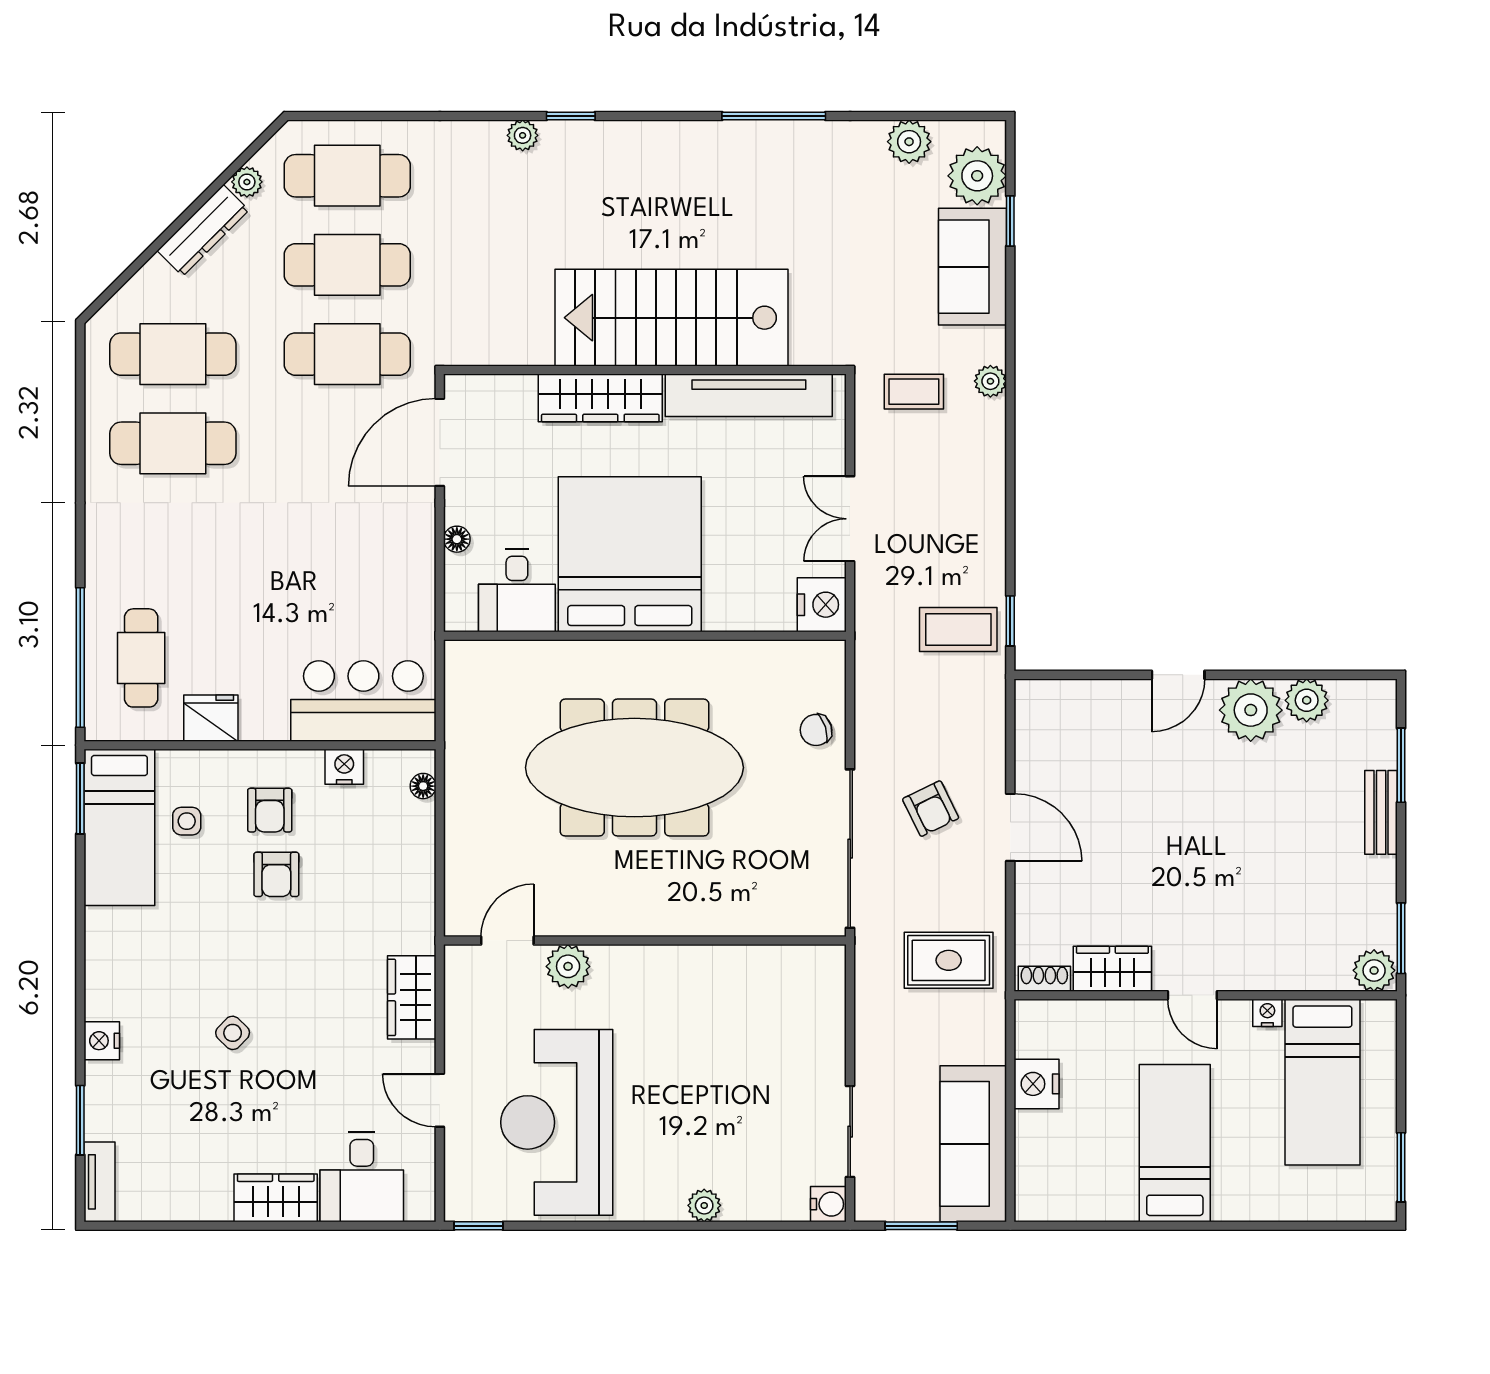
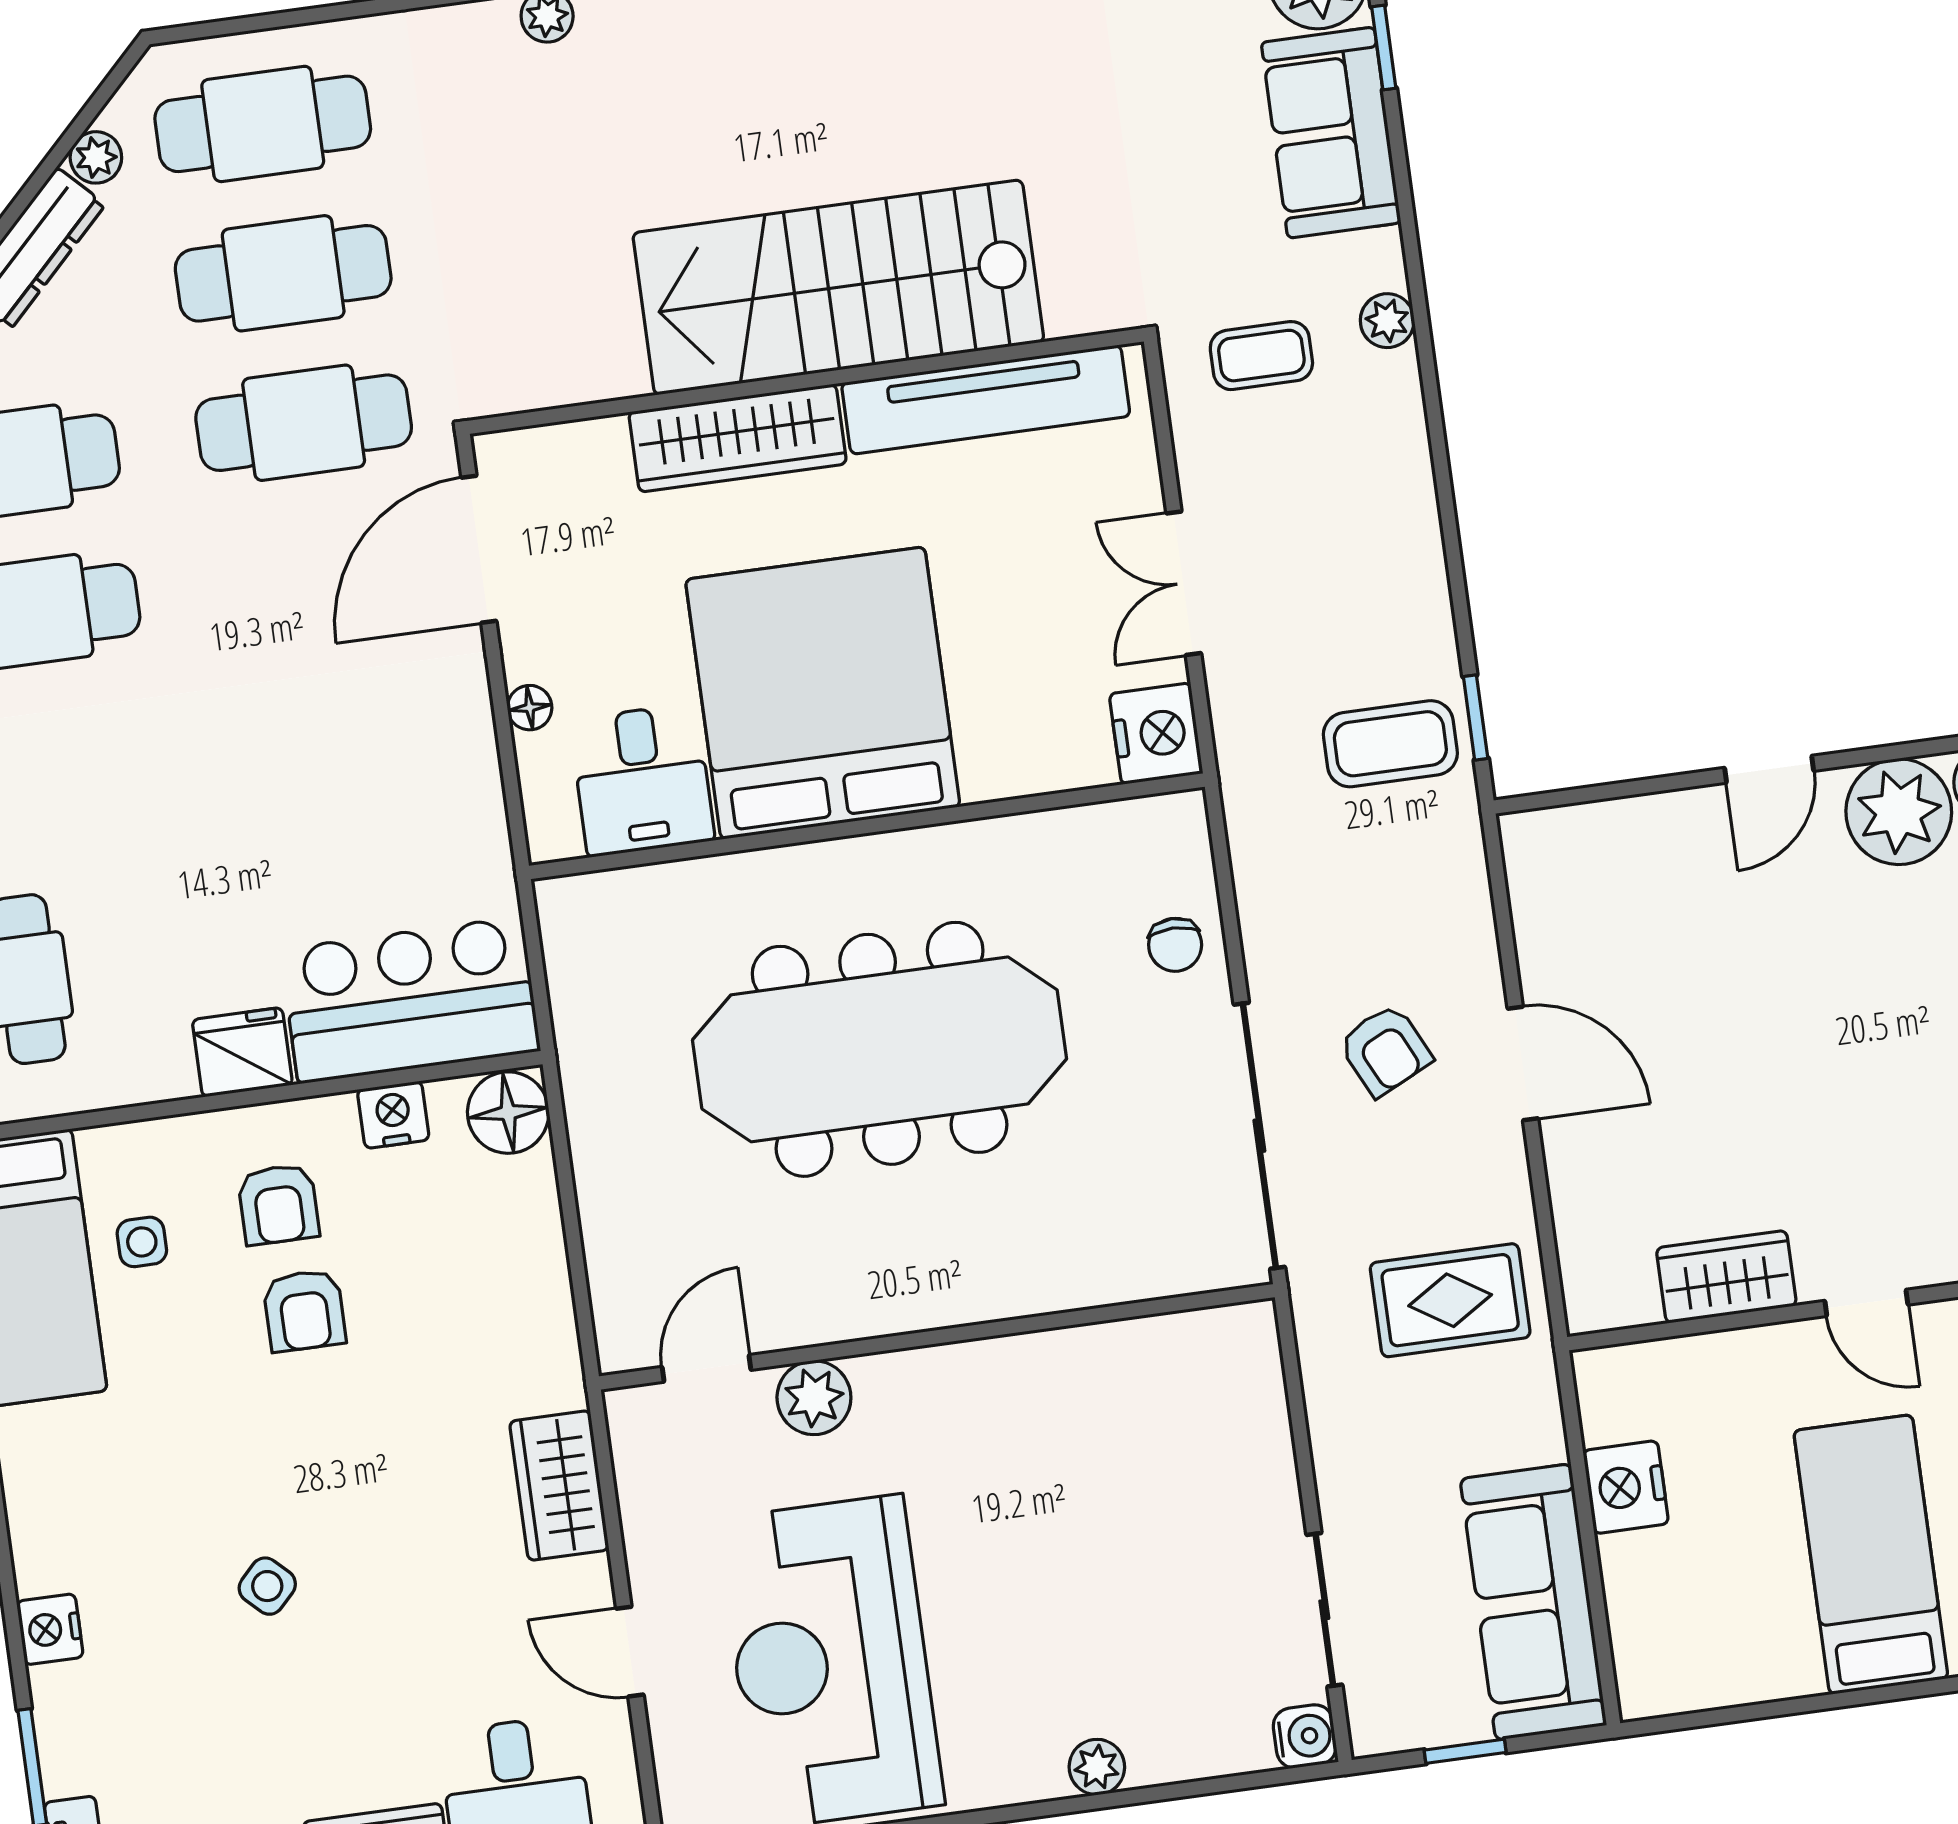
fridge: (211, 718) -> (242, 1052), moved
chair: (816, 730) -> (1175, 945), turned -72
floor lamp: (423, 786) -> (508, 1113), width x1.89, depth x1.89
shoe rack: (1044, 979) -> (1615, 1309), removed
window: (921, 1226) -> (1465, 1751), width x0.67

